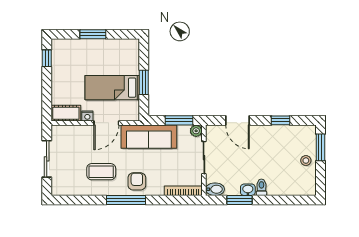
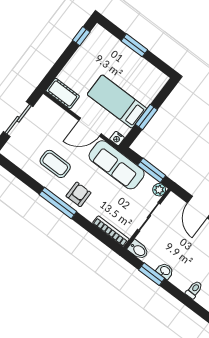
nightstand: (87, 116) -> (117, 139), moved
toilet: (261, 187) -> (194, 290), moved

